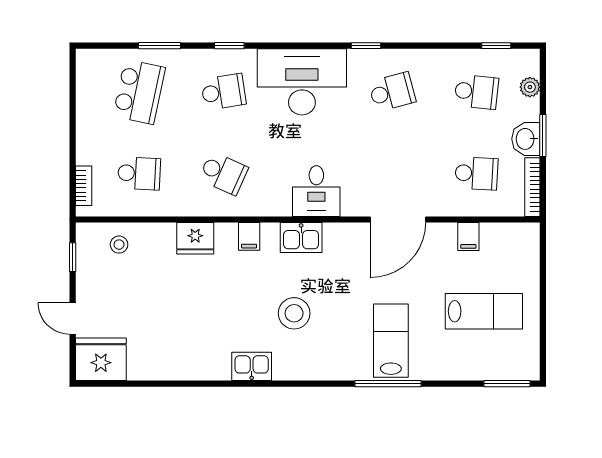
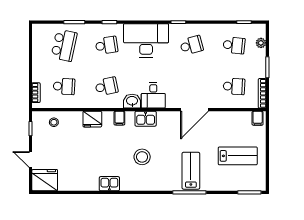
washbasin: (526, 139) -> (132, 101), moved, turned 90
school desk: (223, 173) -> (106, 86), turned -36
filing cabinet: (468, 237) -> (258, 118), moved
kitchen sink: (252, 366) -> (109, 184), moved

